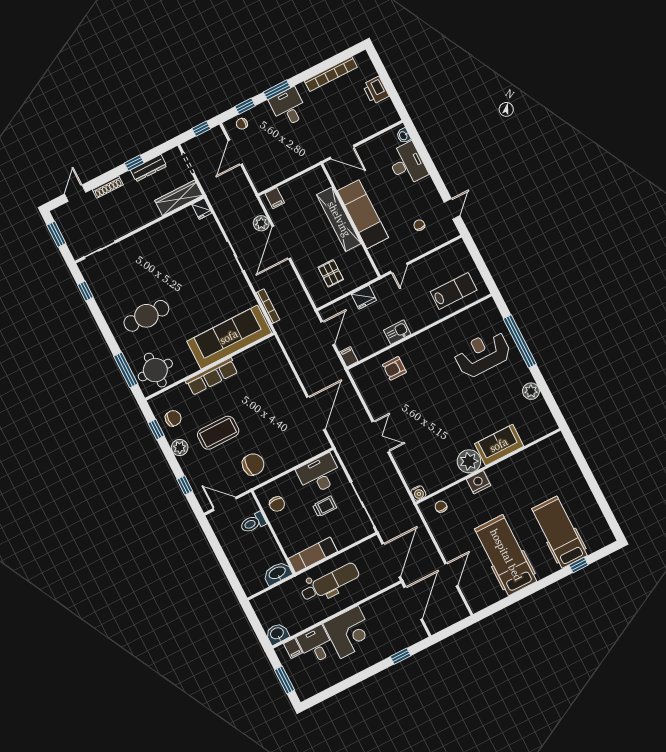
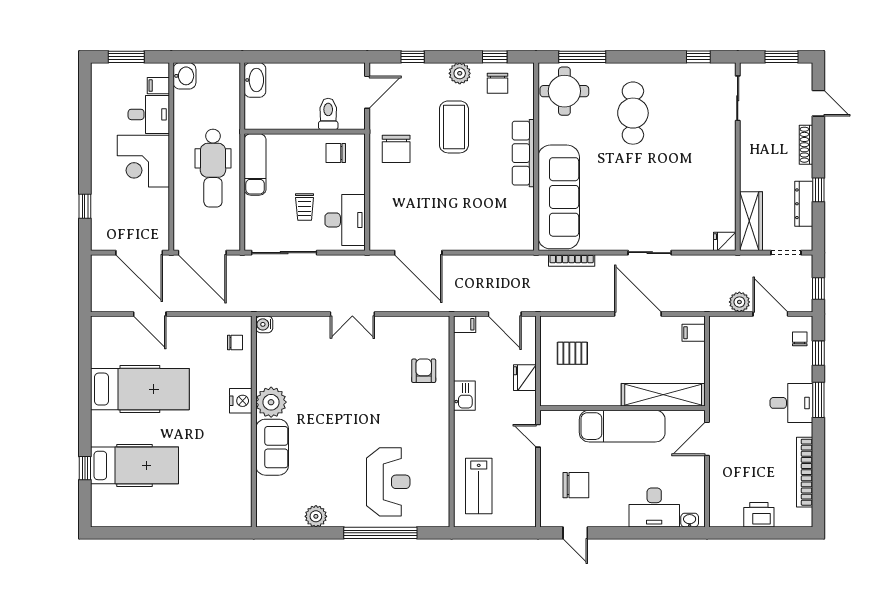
shelving: (339, 219) -> (663, 395), moved
plant: (261, 223) -> (739, 302), moved
chair: (419, 225) -> (576, 485), width x1.87, depth x1.87
washbasin: (277, 573) -> (255, 80), moved

